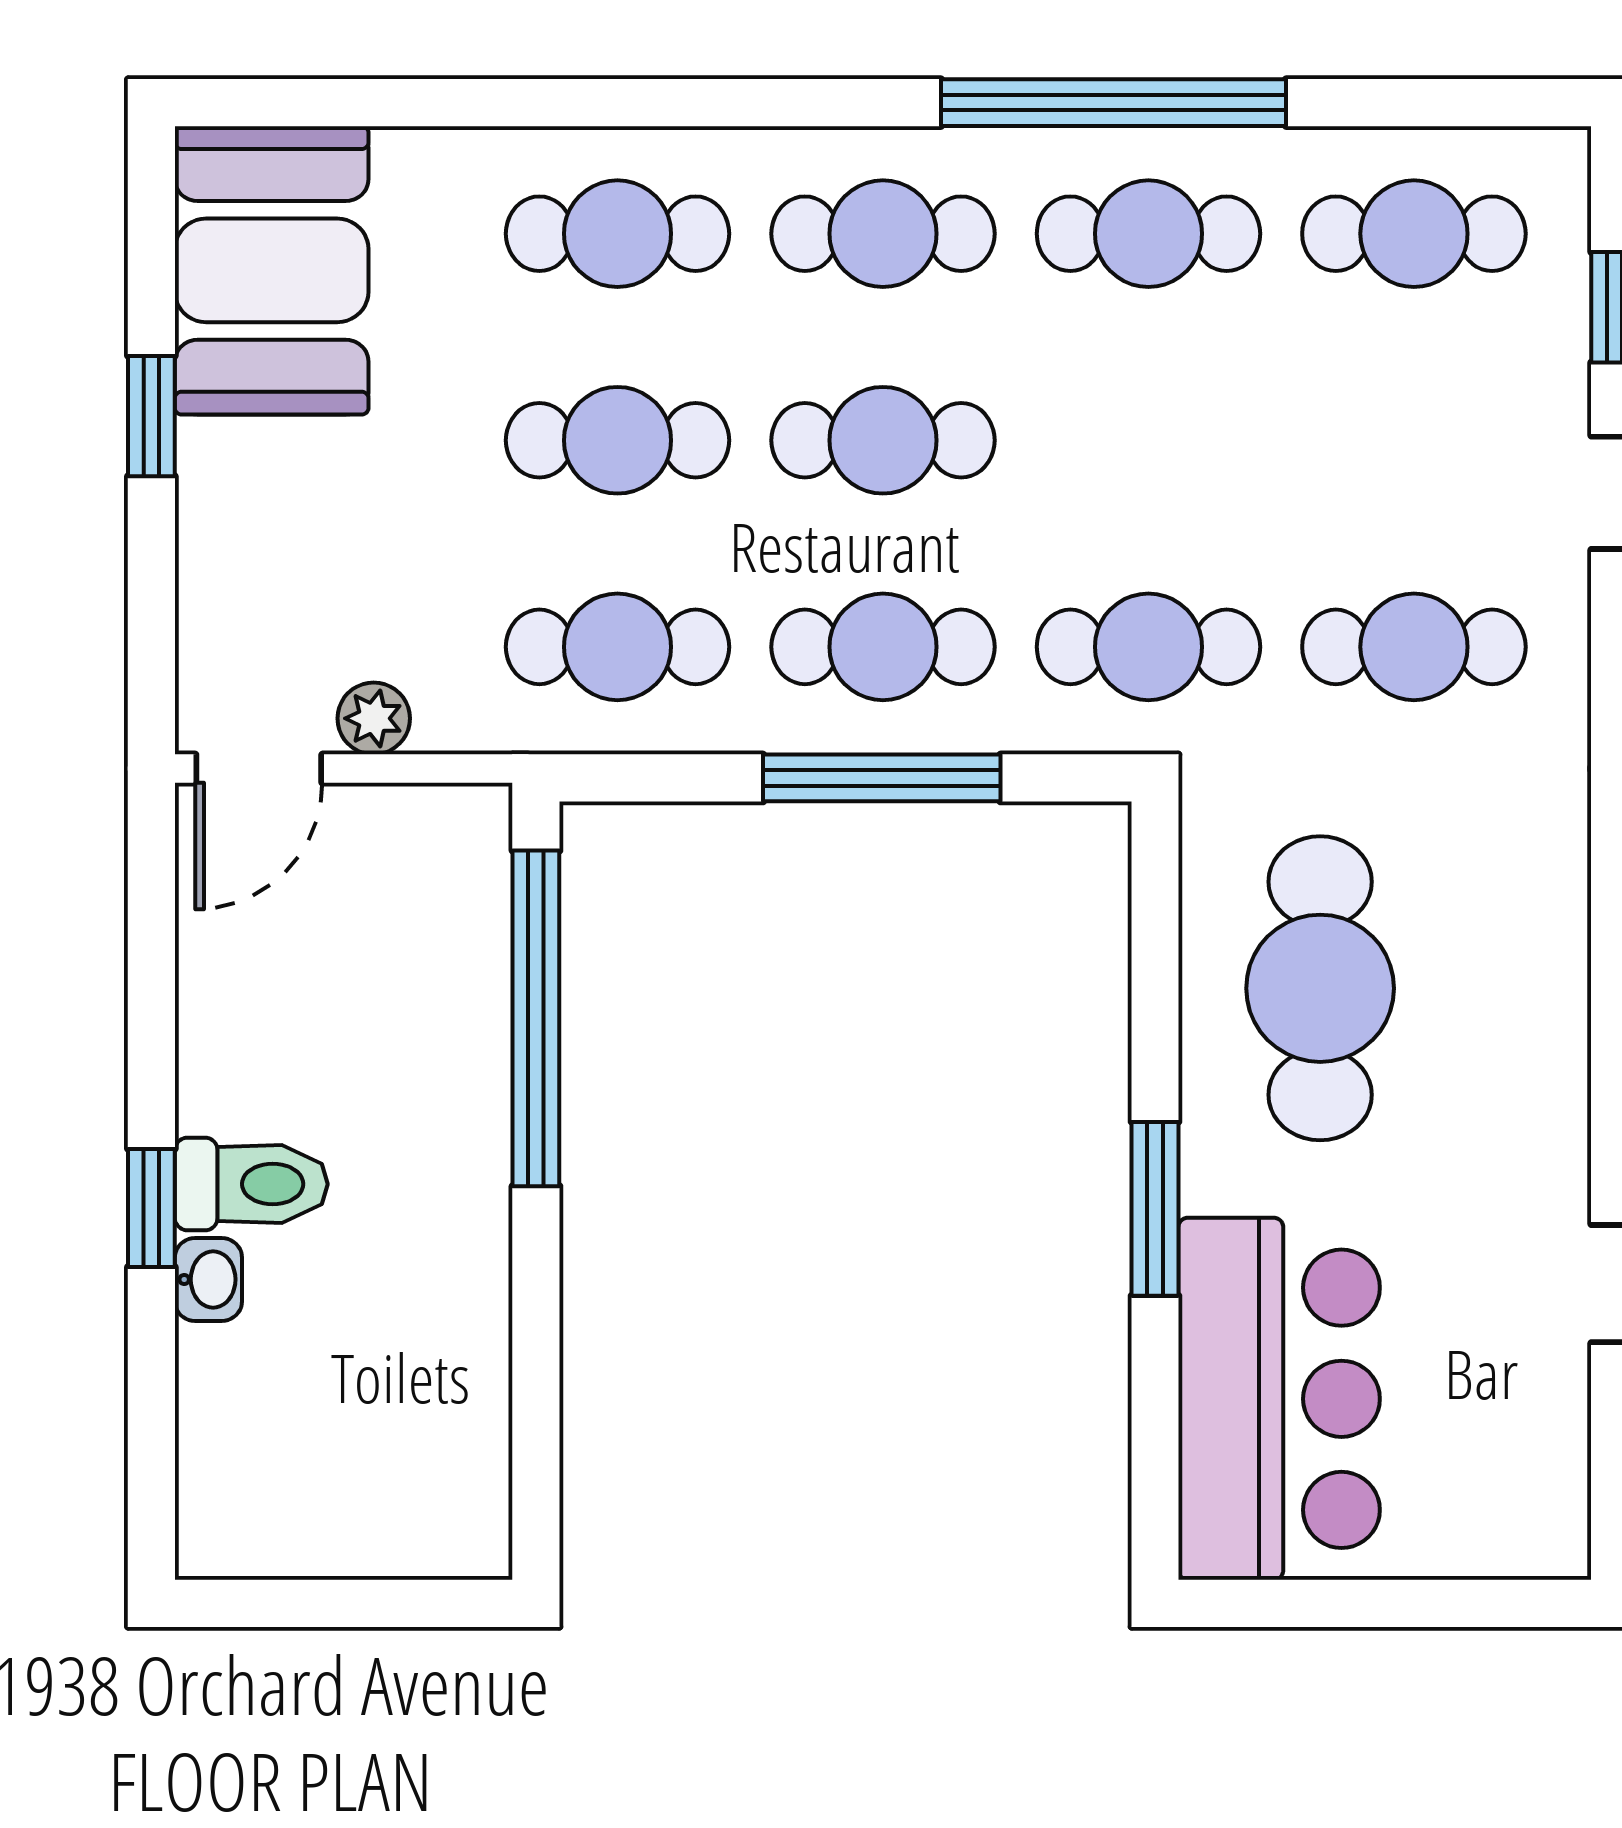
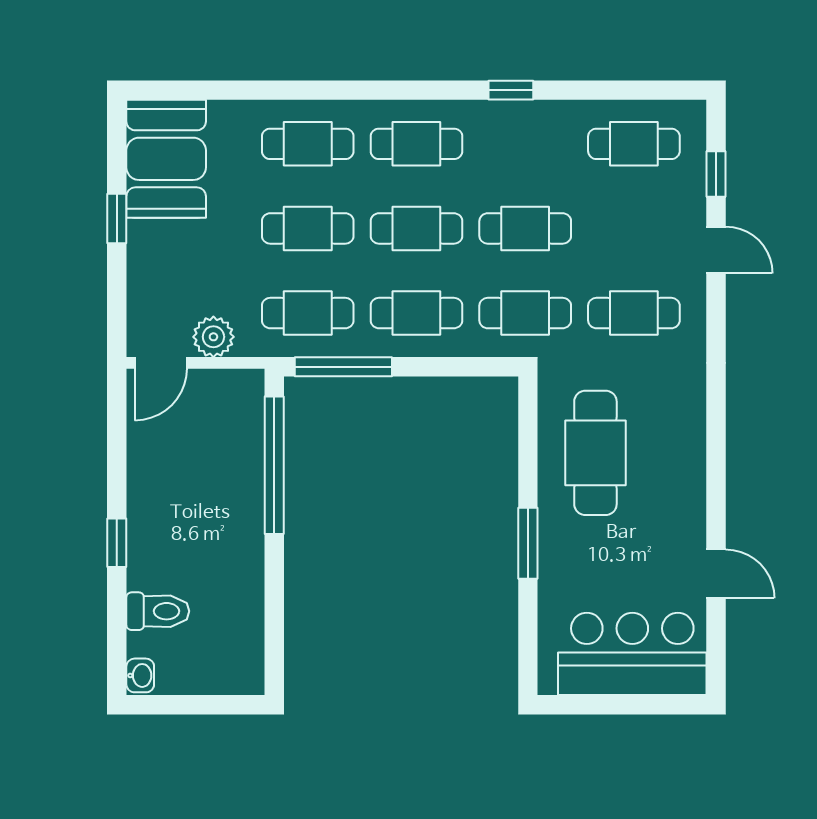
window: (1113, 103) -> (511, 90), width x0.32
cafe table: (1148, 234) -> (525, 228), moved
plant: (374, 718) -> (213, 337), width x1.38, depth x1.38
window: (882, 778) -> (343, 367), moved
toilet: (251, 1184) -> (158, 611), moved
washbasin: (208, 1279) -> (140, 675), moved
bar counter: (1279, 1399) -> (632, 654), moved, turned -90

